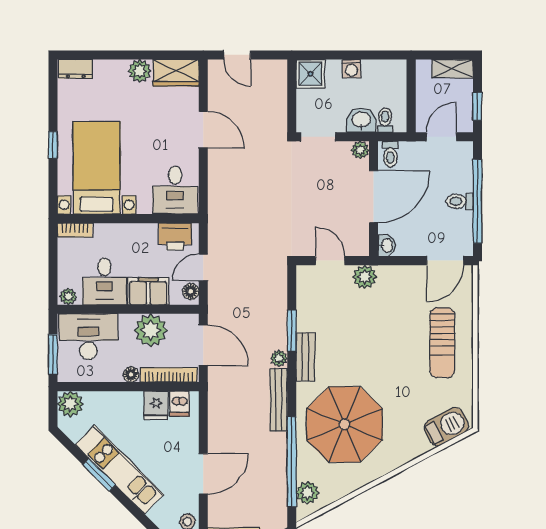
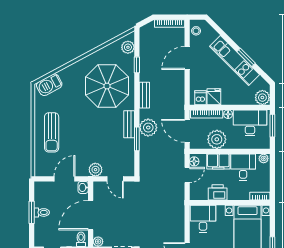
window: (477, 201) -> (32, 212), width x0.47
printer: (175, 237) -> (218, 192), moved
door: (445, 261) -> (64, 179), moved
desk: (88, 337) -> (250, 123), moved, turned 180
sun lounger: (442, 343) -> (52, 132), turned 180
plant: (279, 358) -> (148, 128), width x1.88, depth x1.88
bench: (279, 400) -> (144, 95), width x0.73
window: (292, 462) -> (137, 65), width x0.32

